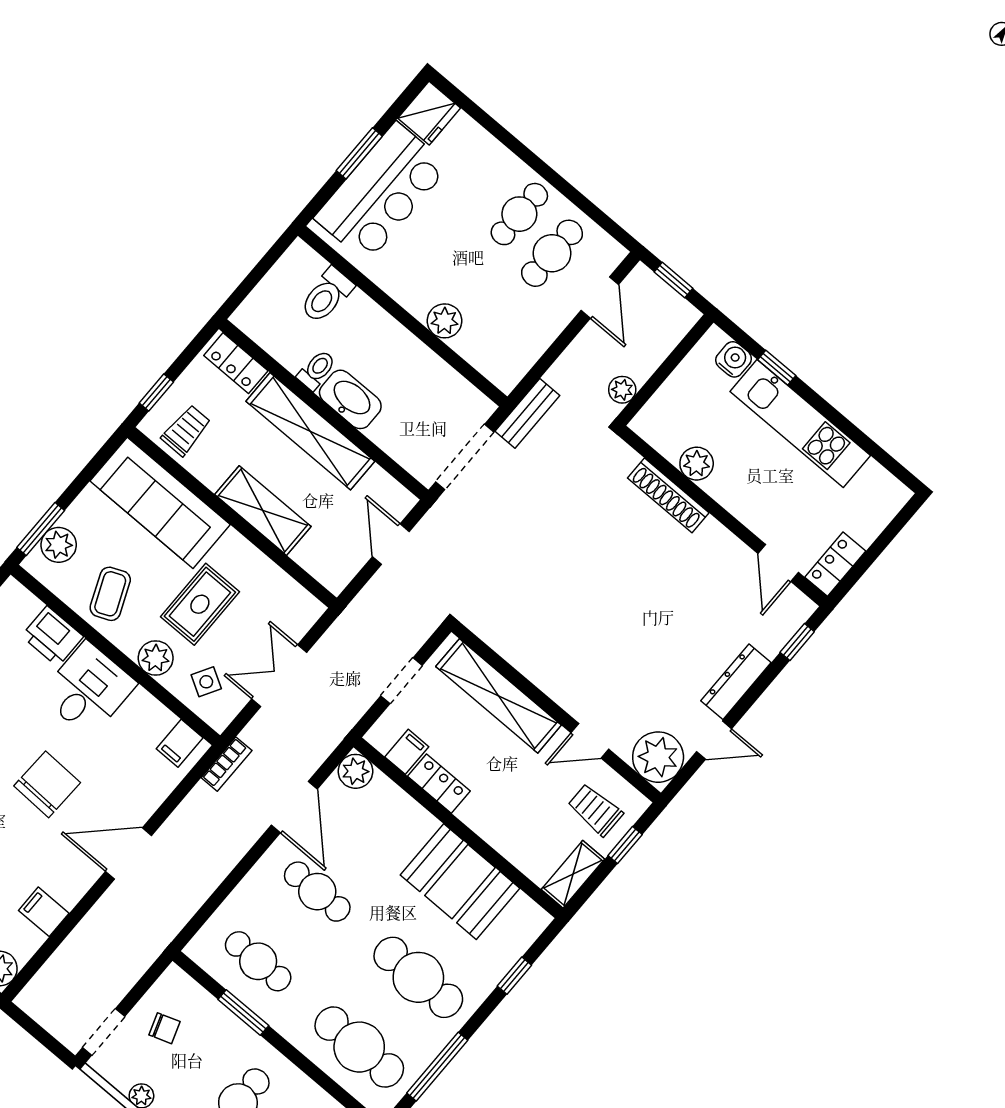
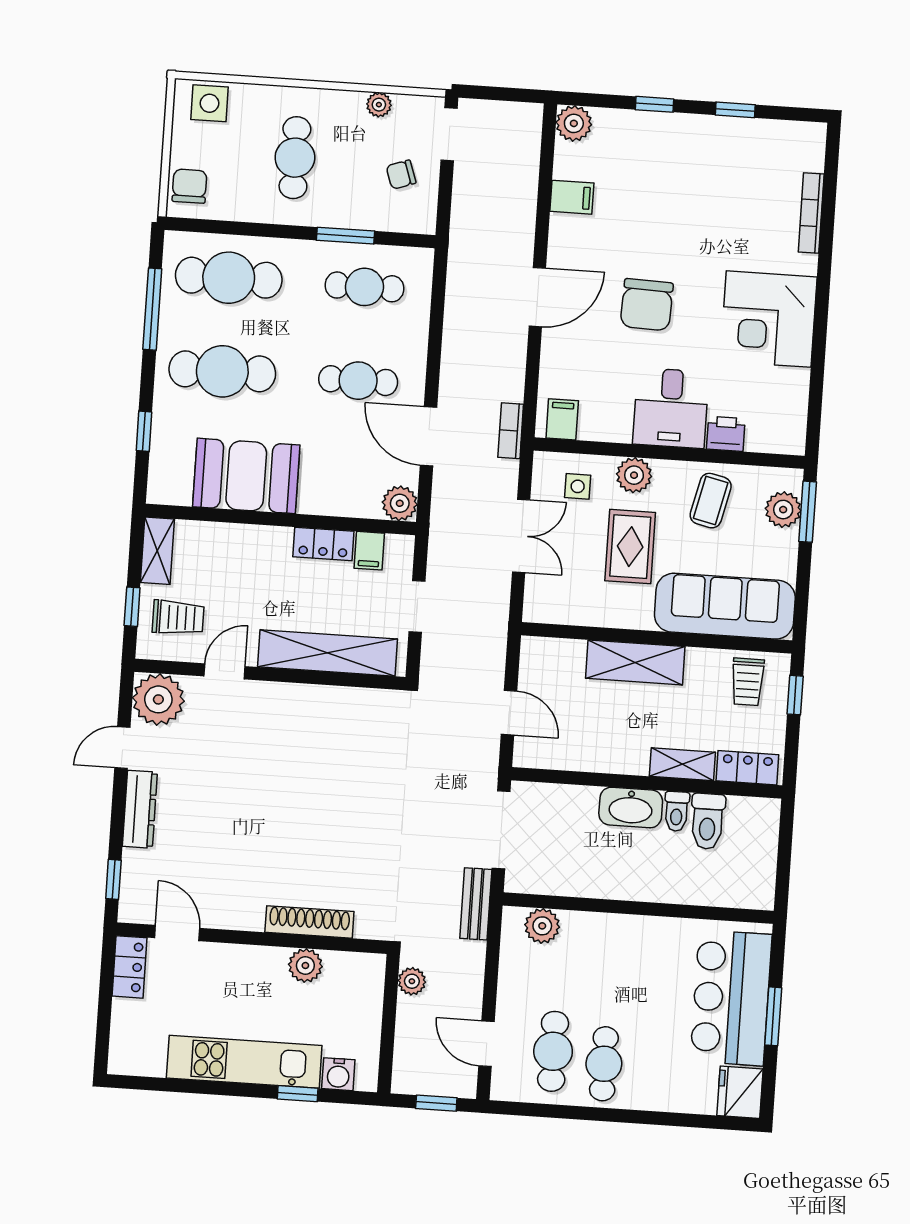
toilet: (327, 295) -> (708, 821), moved, turned 180
plant: (445, 321) -> (542, 926), moved
shelving: (310, 431) -> (682, 764), width x0.45, depth x0.75
coffee table: (110, 594) -> (711, 501), turned 36
printer: (52, 636) -> (726, 434), width x0.73, depth x0.81
side table: (206, 682) -> (578, 486), turned -30

